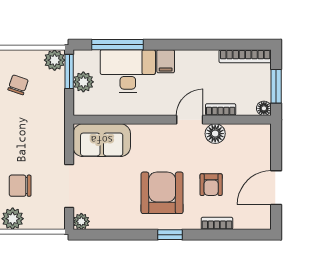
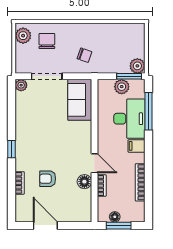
bookcase: (245, 56) -> (140, 182), moved
chair: (18, 85) -> (85, 55), moved
floor lamp: (264, 108) -> (115, 217), moved
armchair: (162, 193) -> (42, 143), removed

